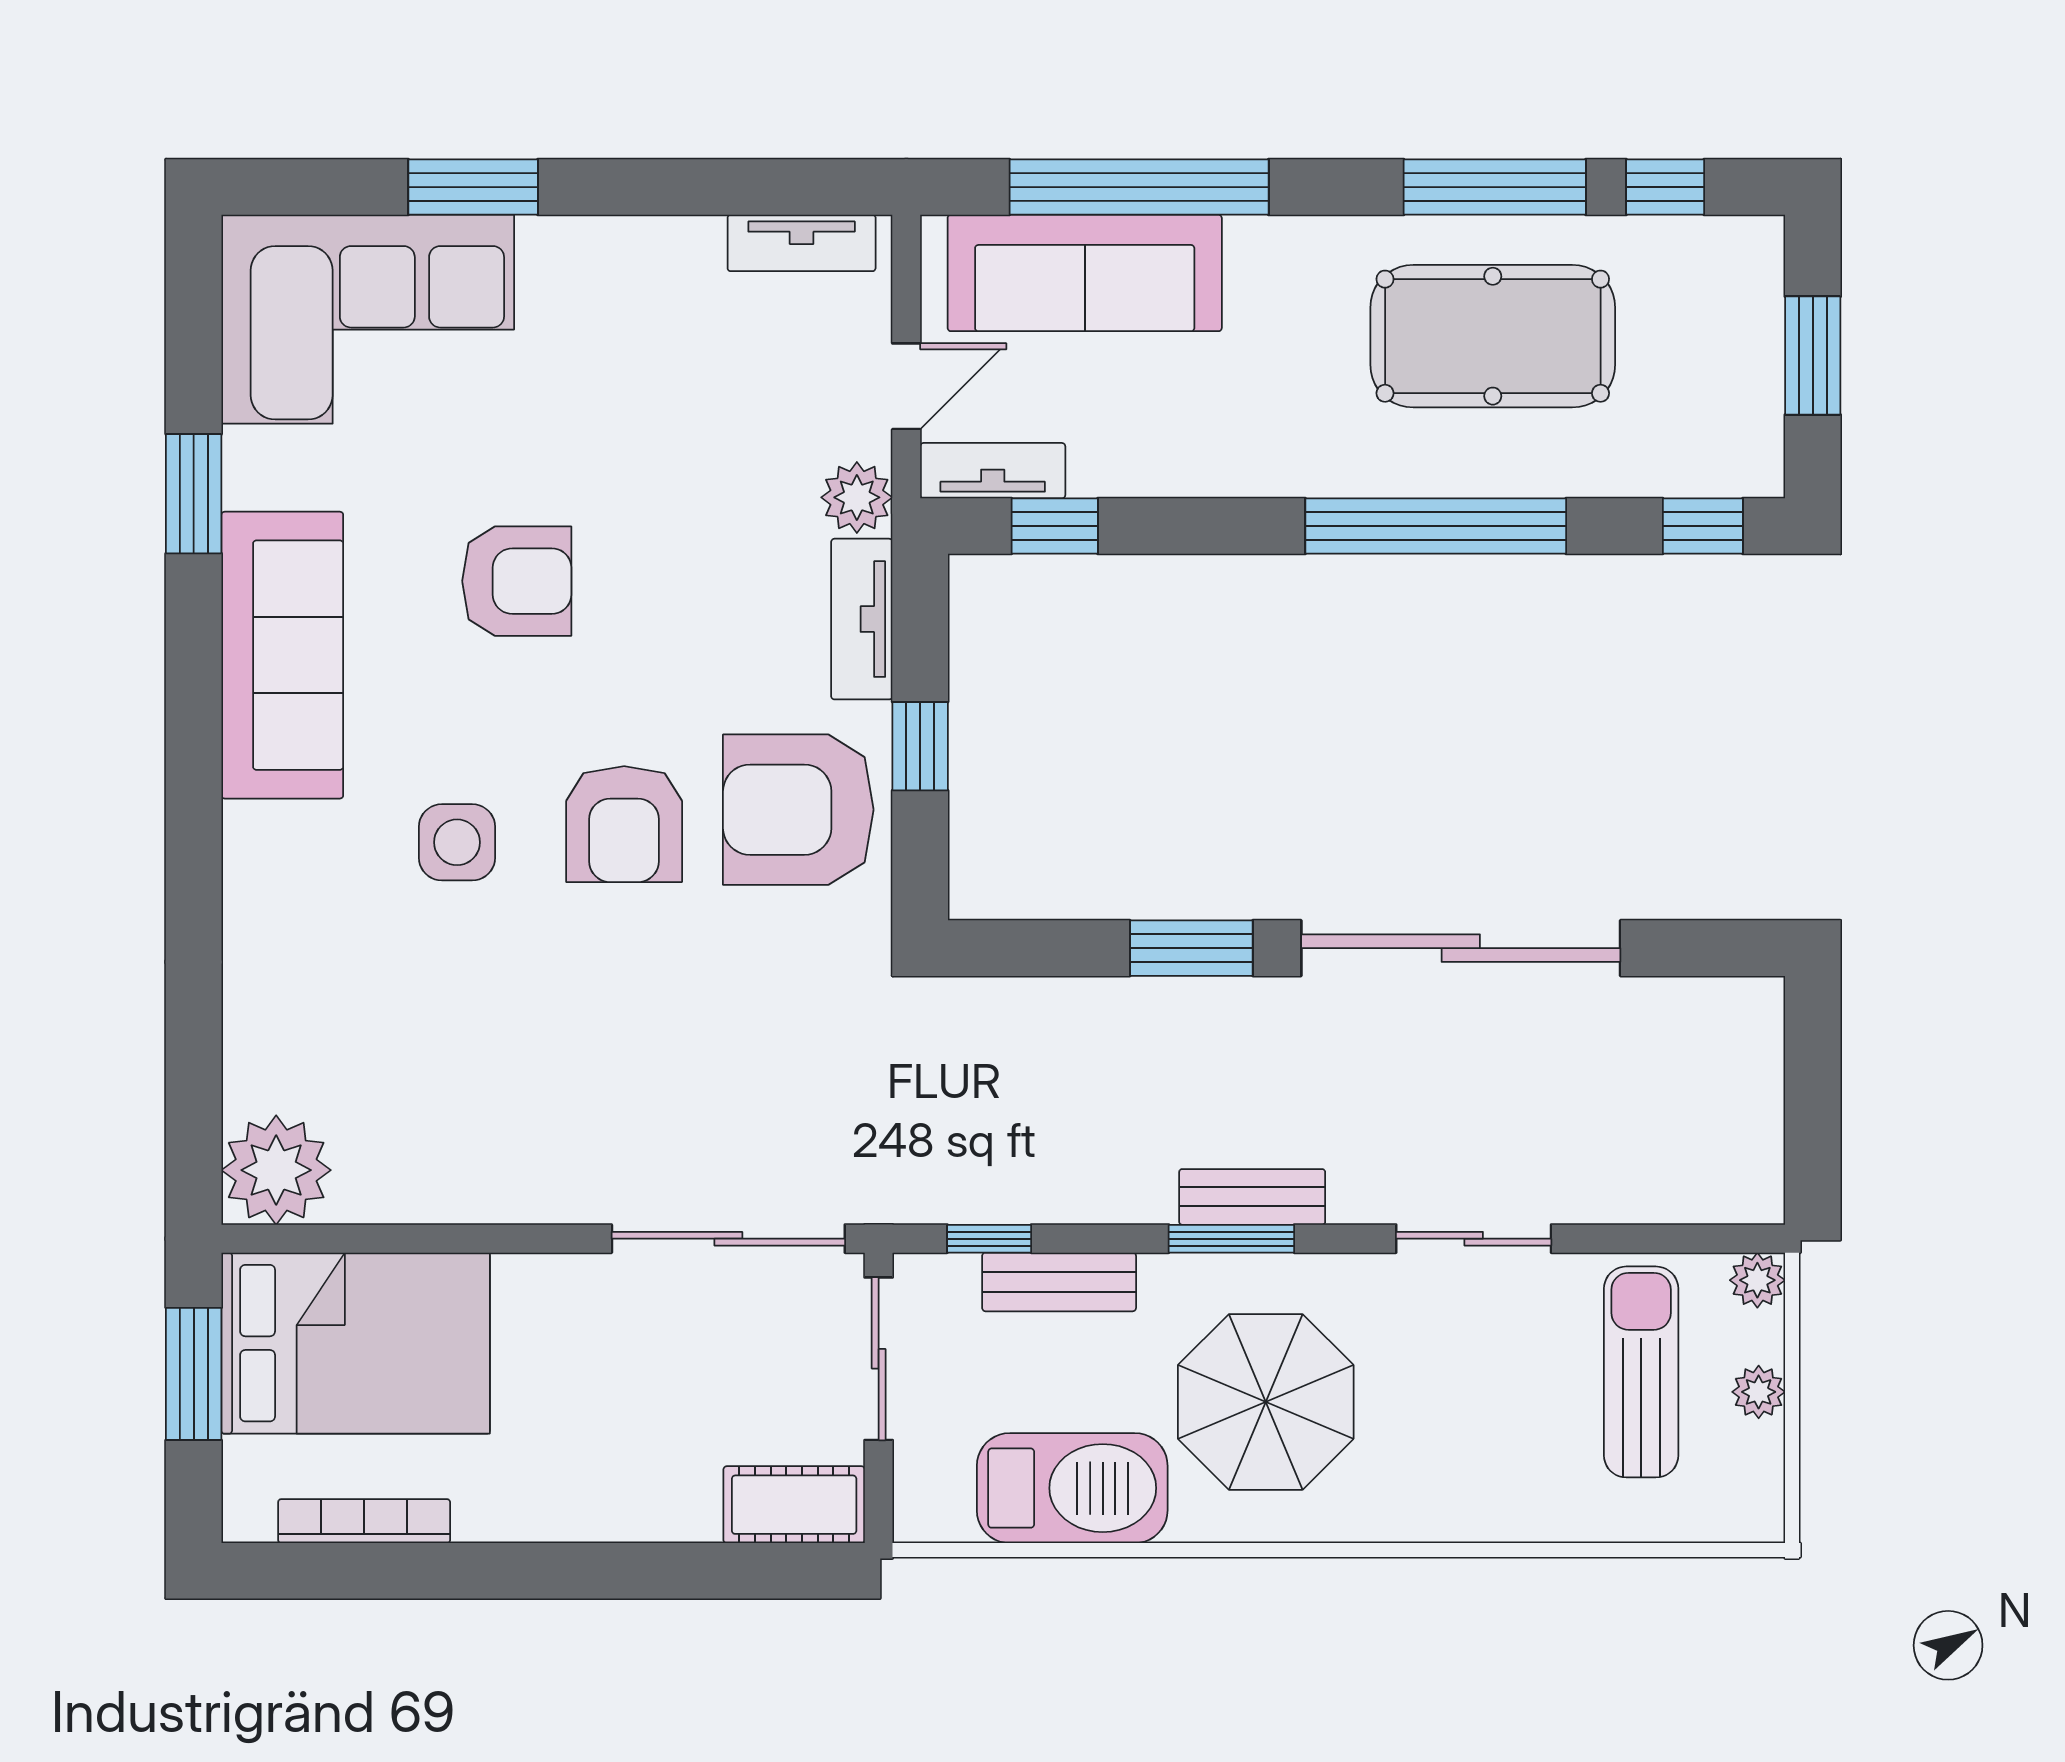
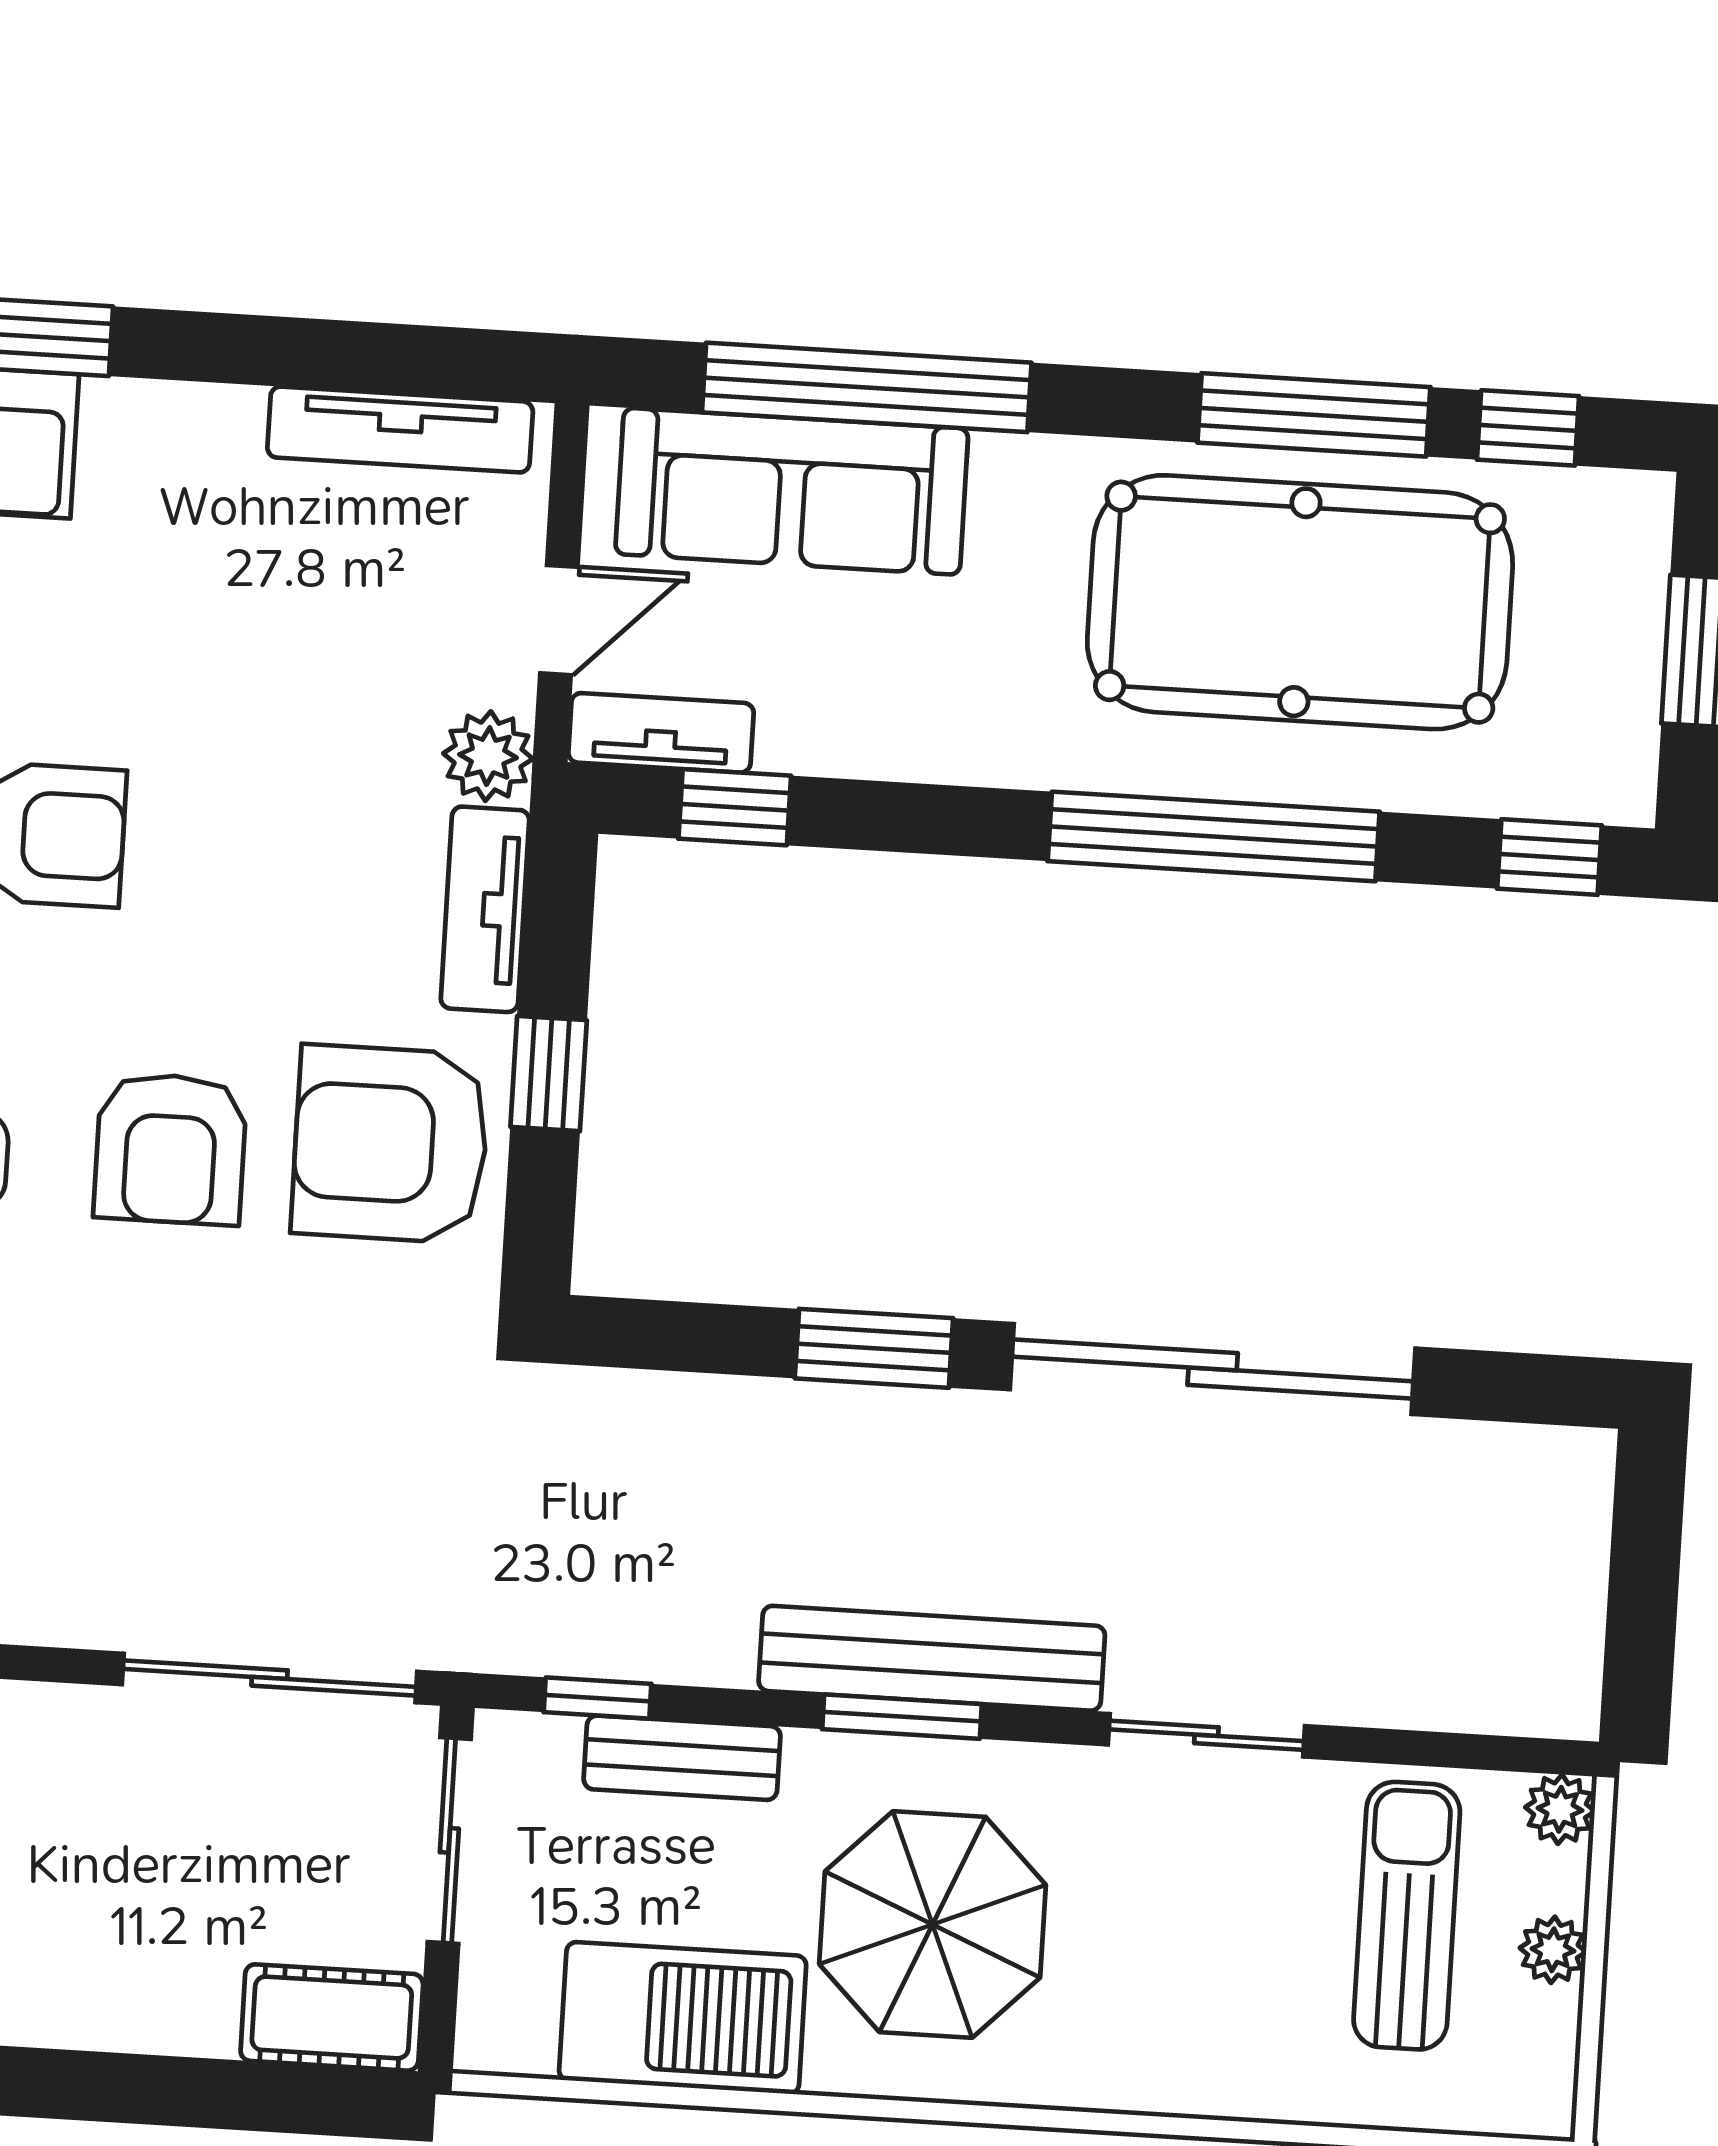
tv unit: (802, 243) -> (400, 430), width x1.41
pool table: (1493, 336) -> (1300, 602), width x1.36, depth x1.32
bench: (1252, 1197) -> (932, 1658), width x1.86, depth x1.21

